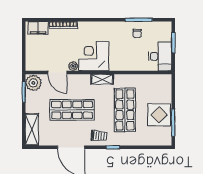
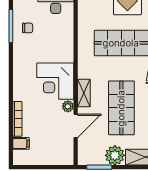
filing cabinet: (38, 28) -> (21, 143), width x0.50
shelving: (102, 79) -> (84, 93), moved
plant: (33, 83) -> (115, 155), moved

